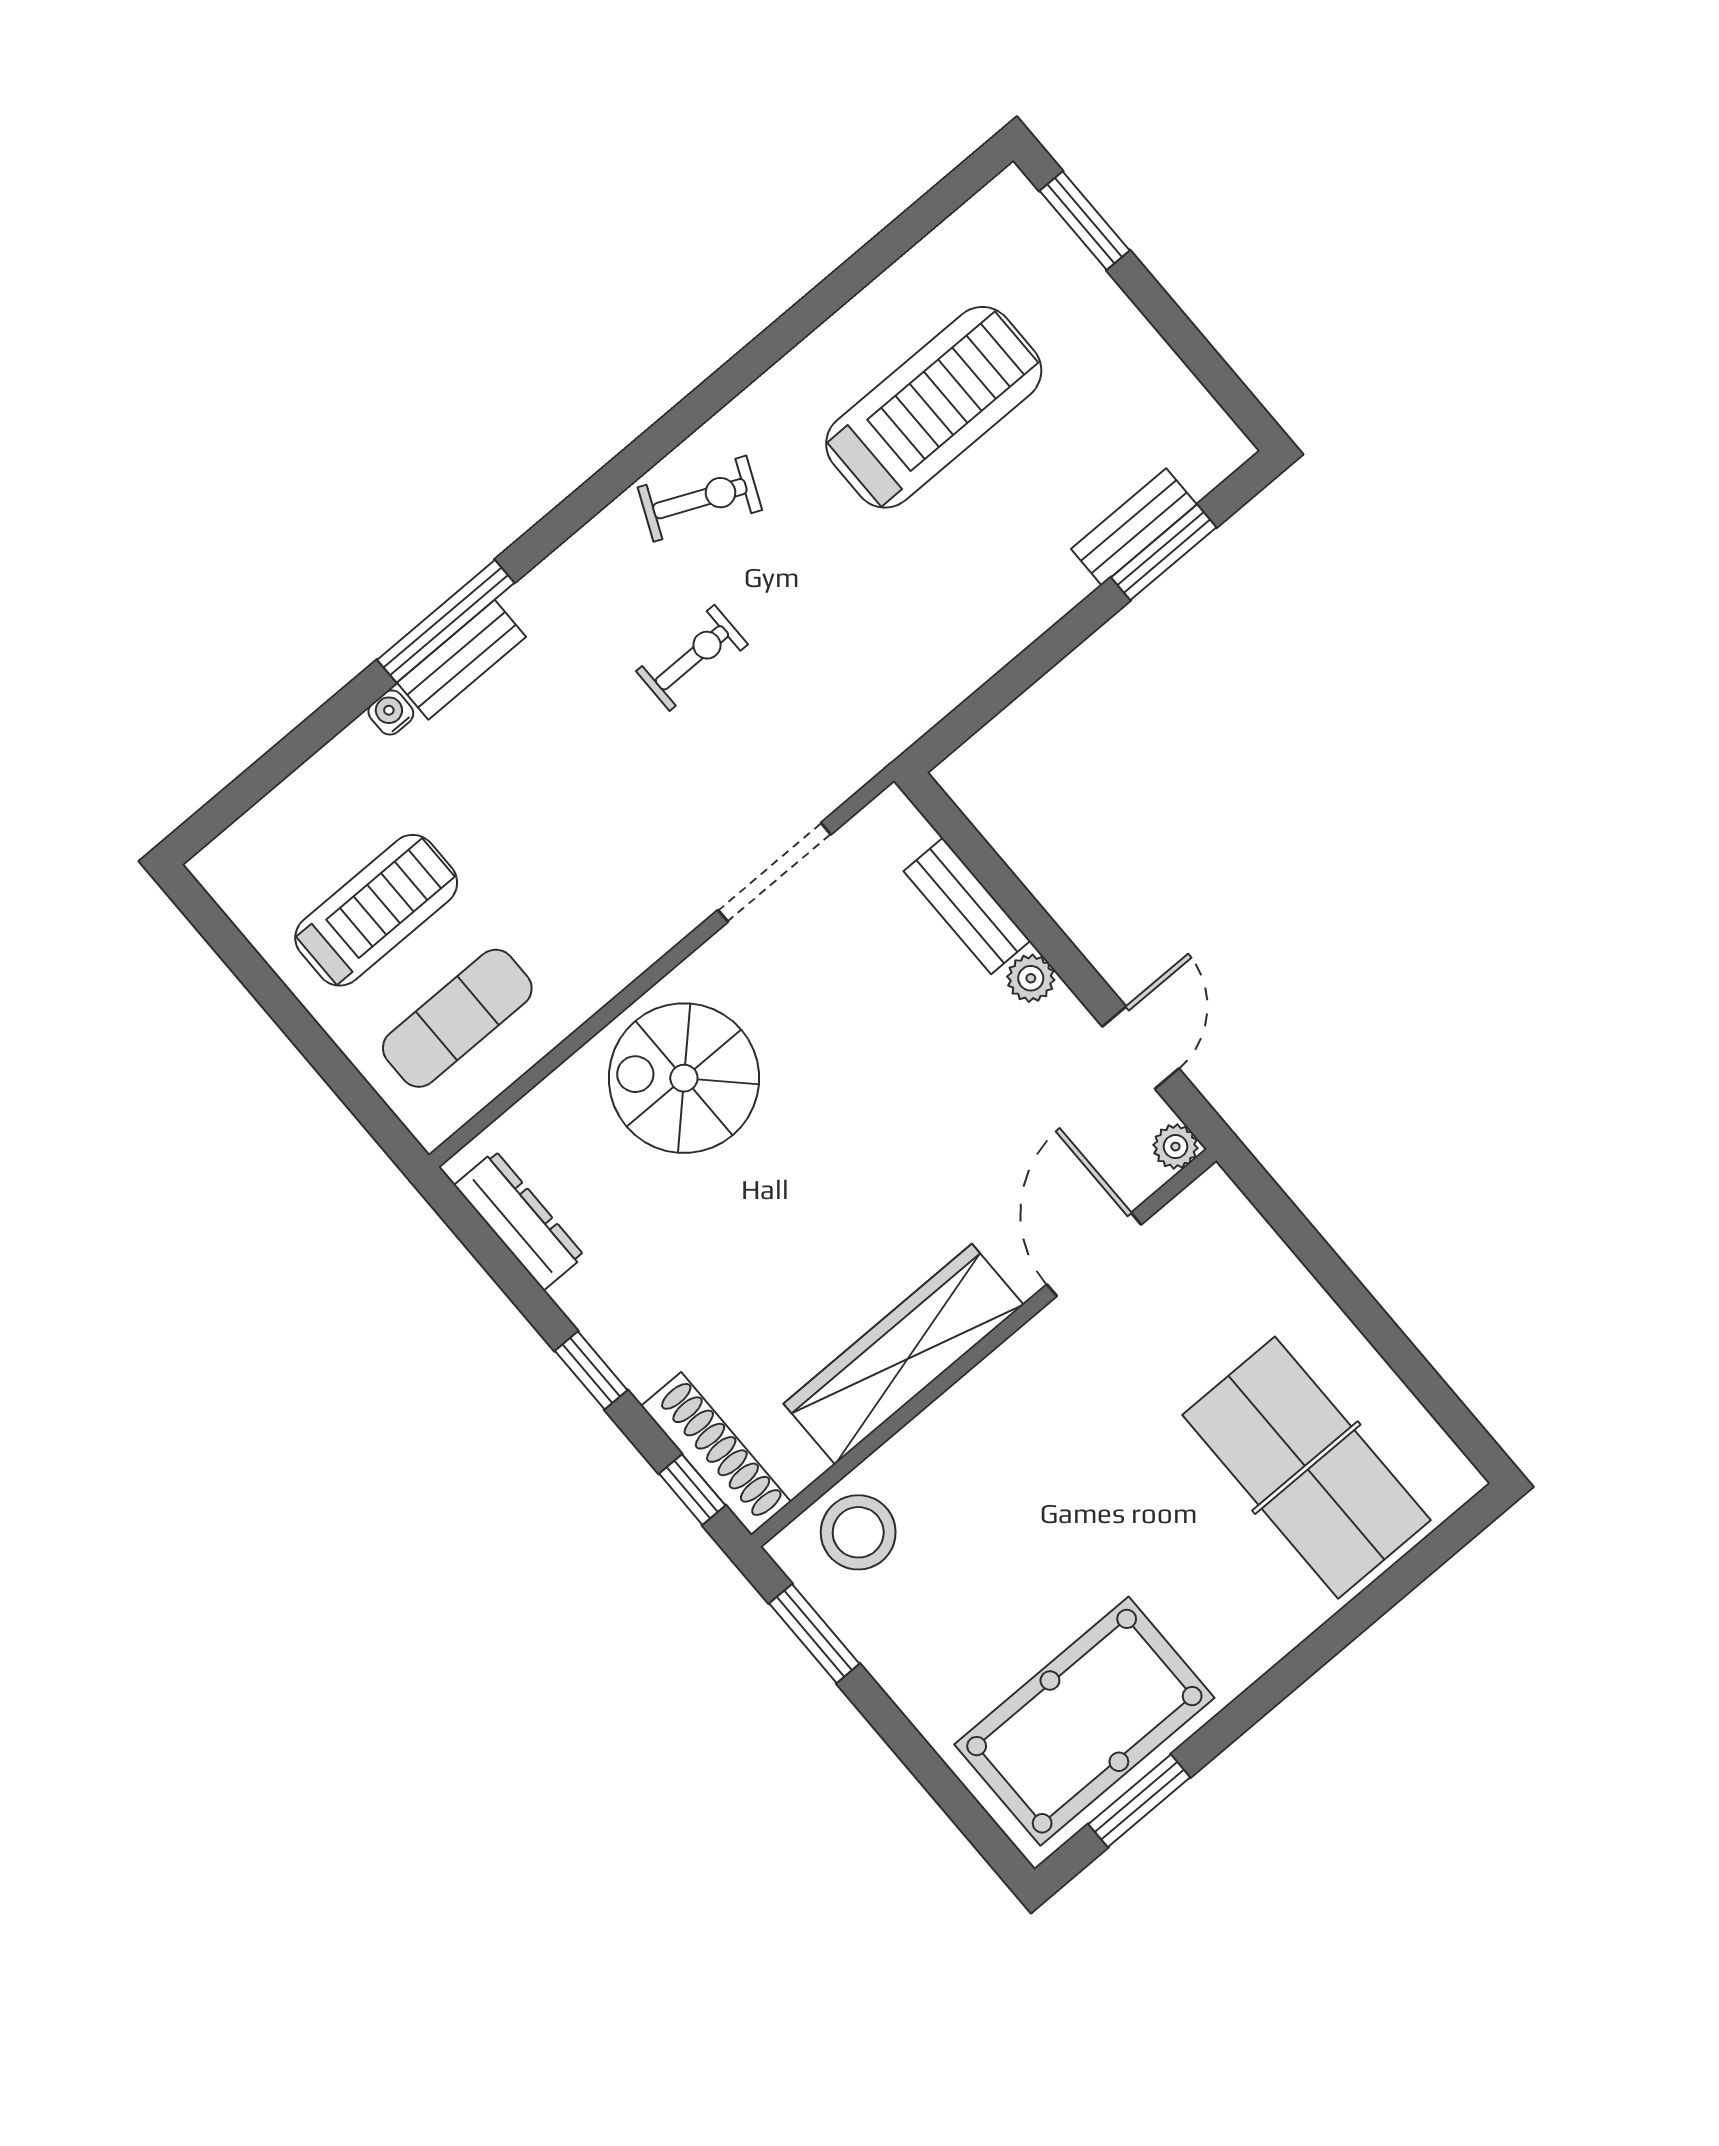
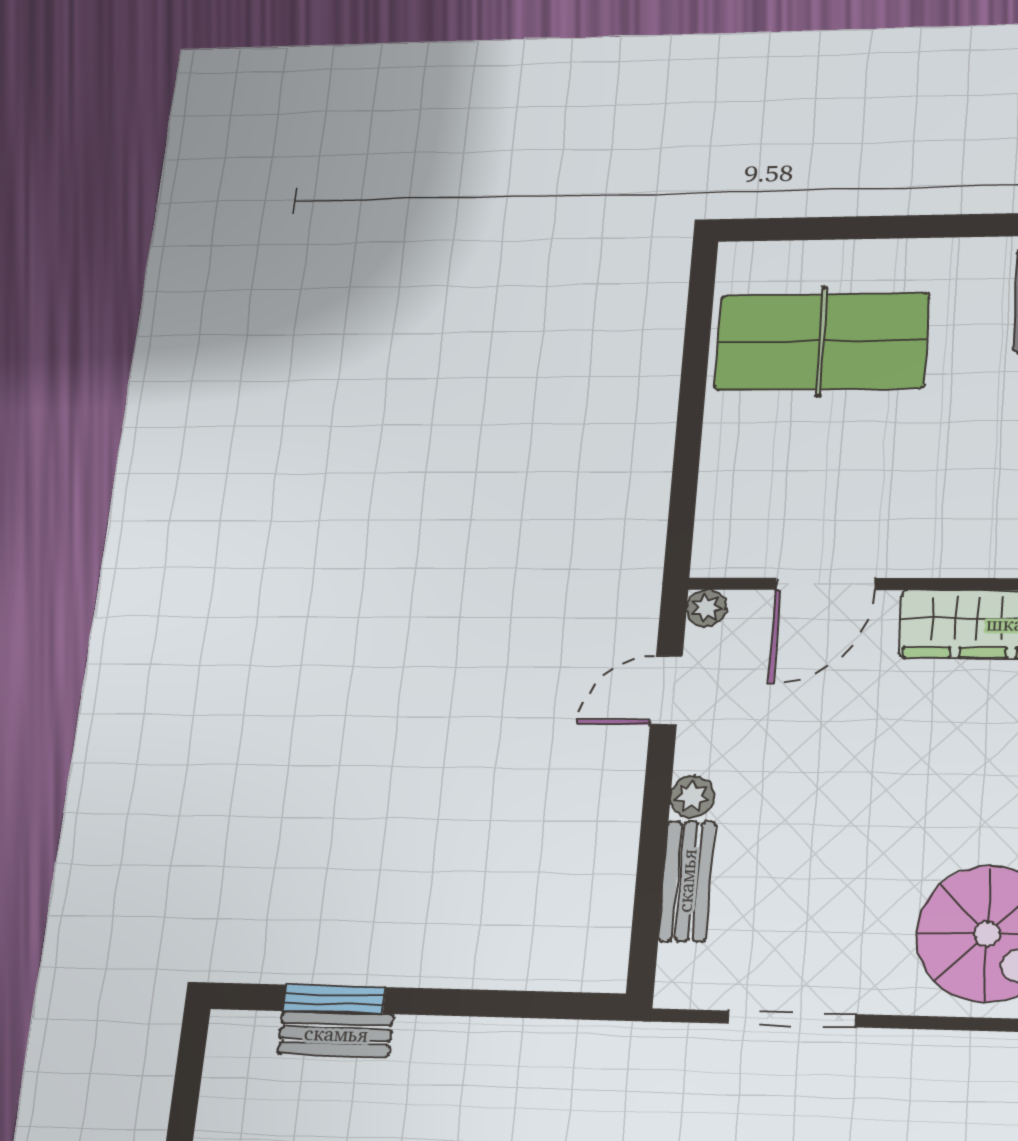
table tennis table: (1306, 1468) -> (822, 341), turned 90

